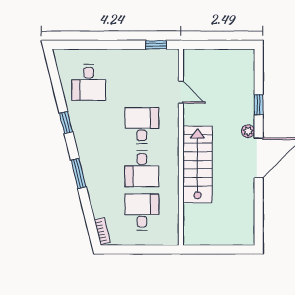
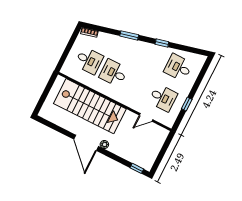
window: (156, 45) -> (187, 104), moved
window: (259, 105) -> (137, 168), moved
desk: (142, 126) -> (163, 98), moved
stairs: (197, 164) -> (90, 106), width x1.36, depth x1.51

